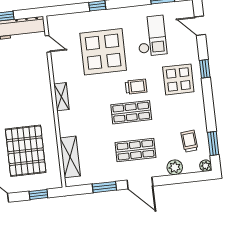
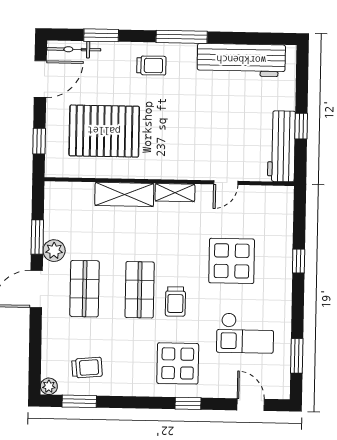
door: (200, 26) -> (251, 405), hinge flipped
door: (48, 44) -> (226, 183), moved
display table: (103, 52) -> (232, 261), width x0.73, depth x0.73
shelving: (70, 157) -> (124, 194), moved
plant: (175, 167) -> (54, 251), moved

